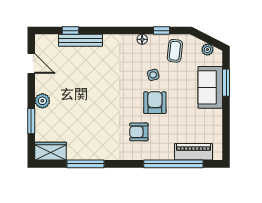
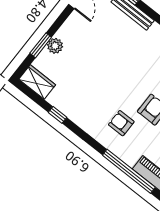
plant: (42, 101) -> (55, 46), moved
window: (86, 164) -> (58, 115), width x0.46

